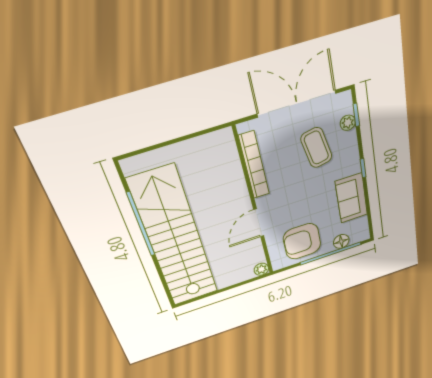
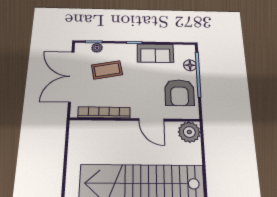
plant: (261, 269) -> (189, 132), width x1.88, depth x1.88

